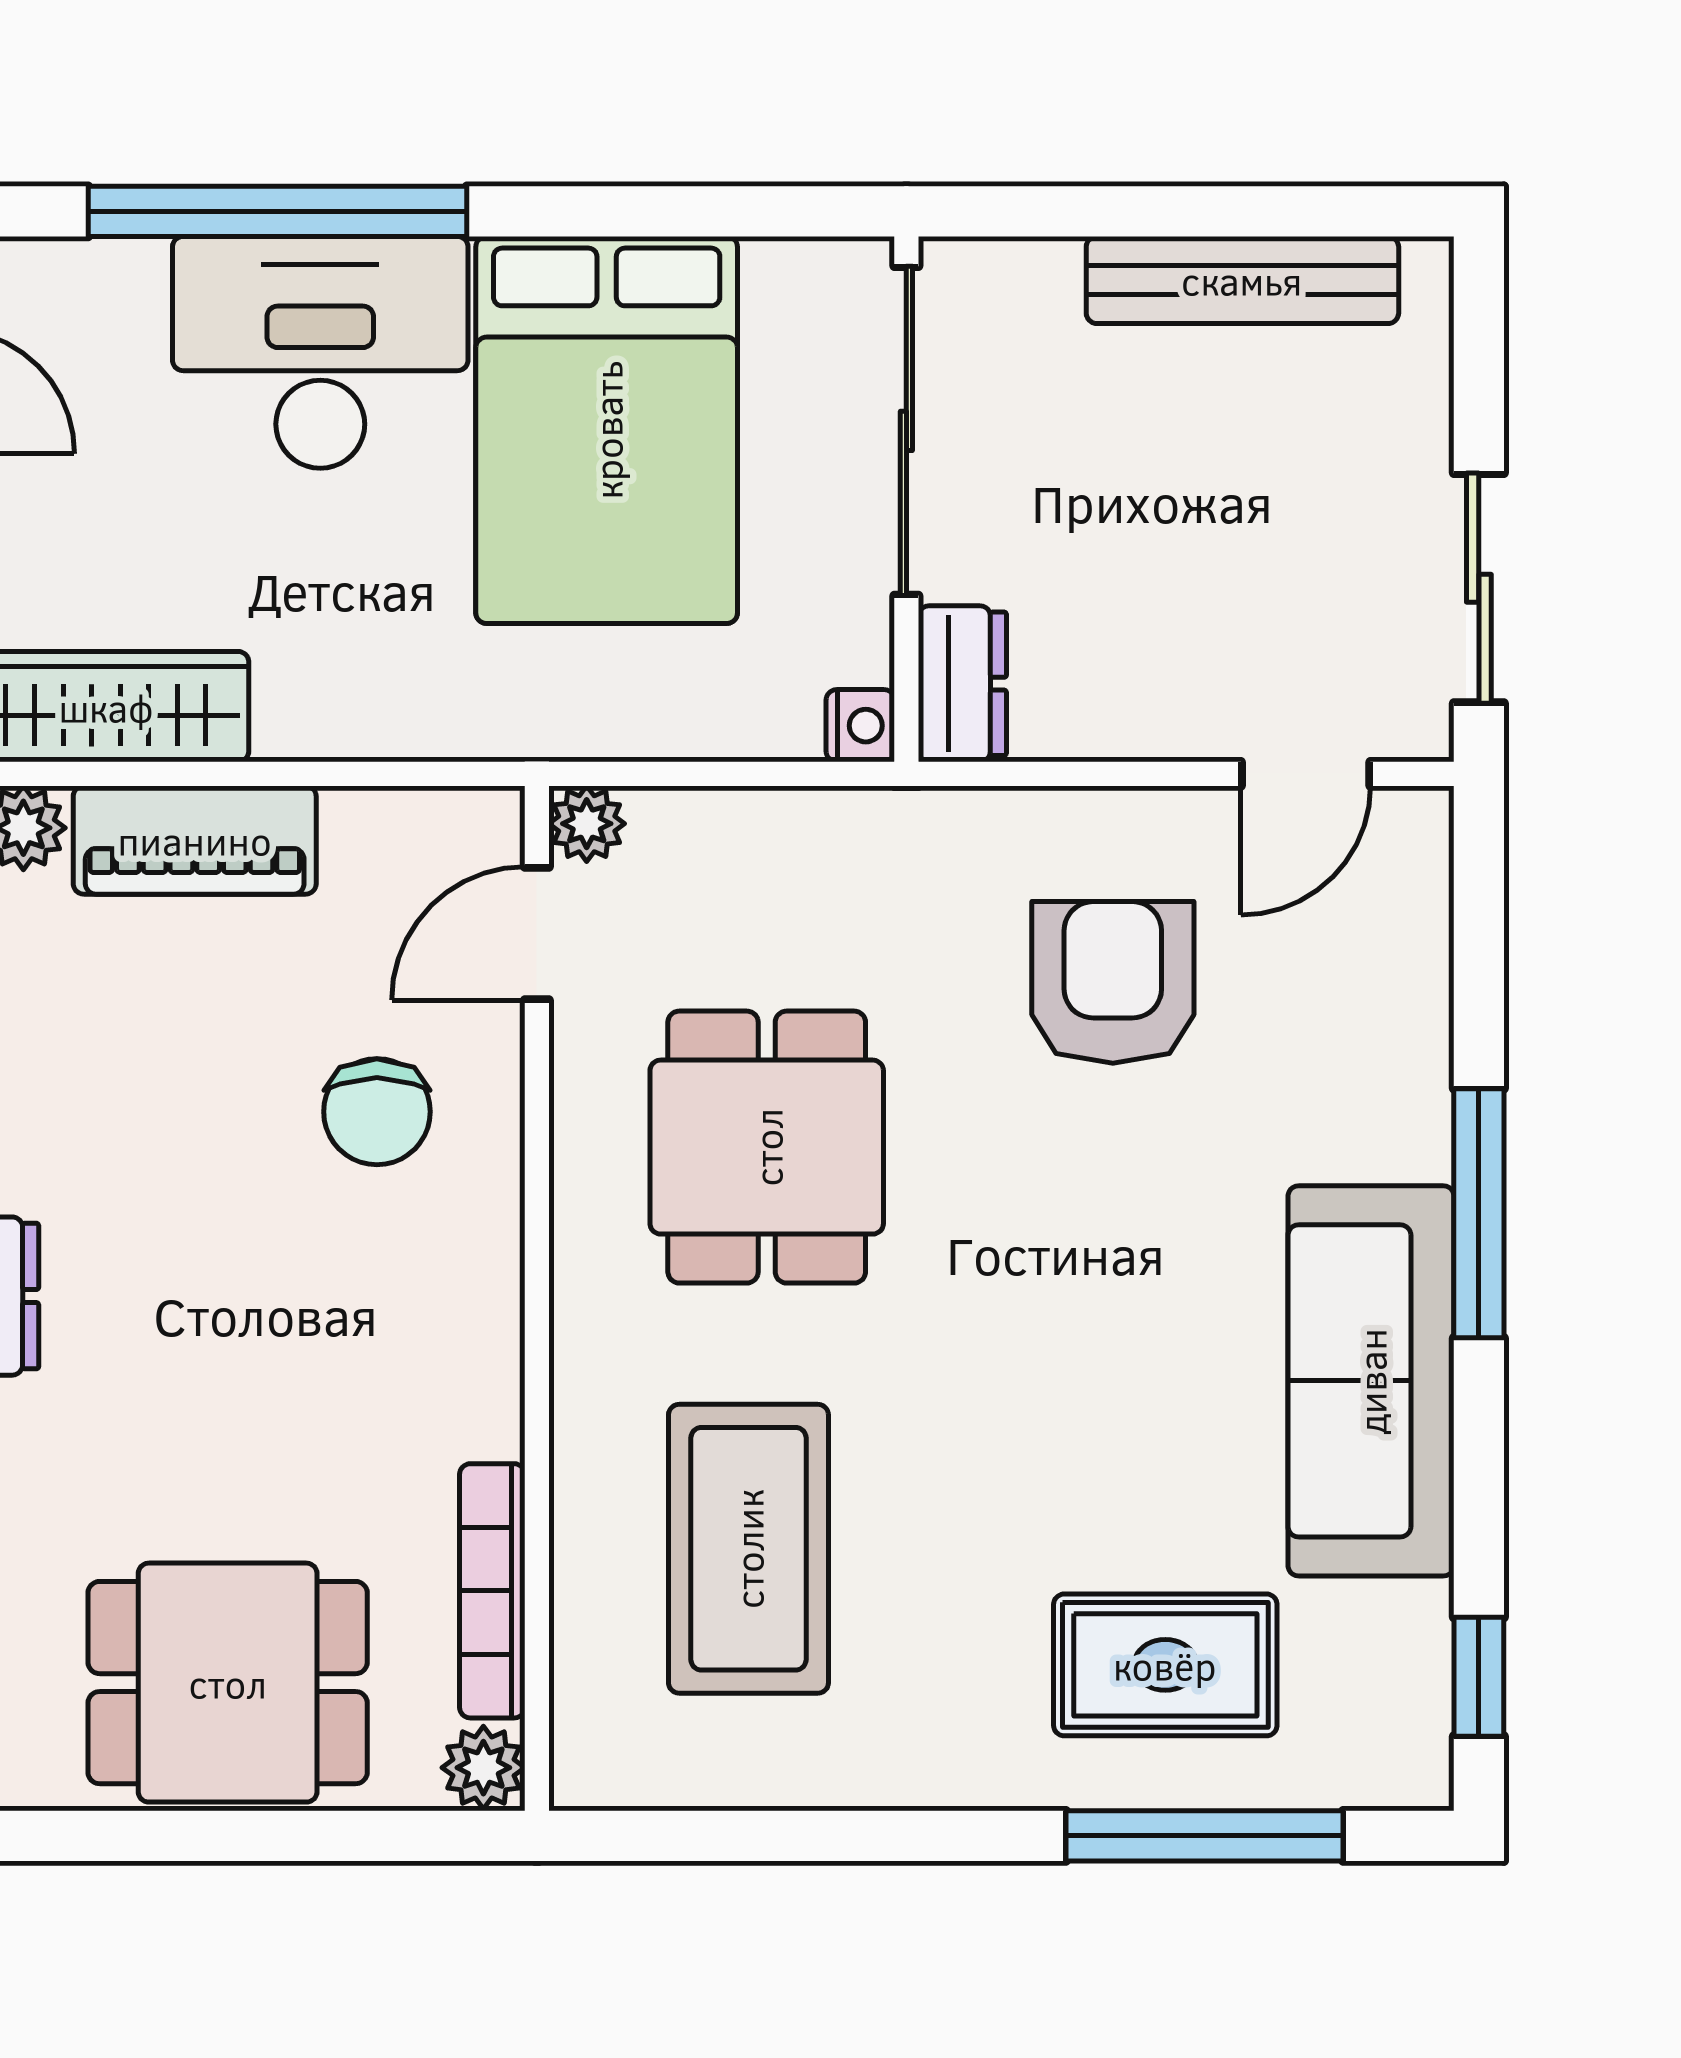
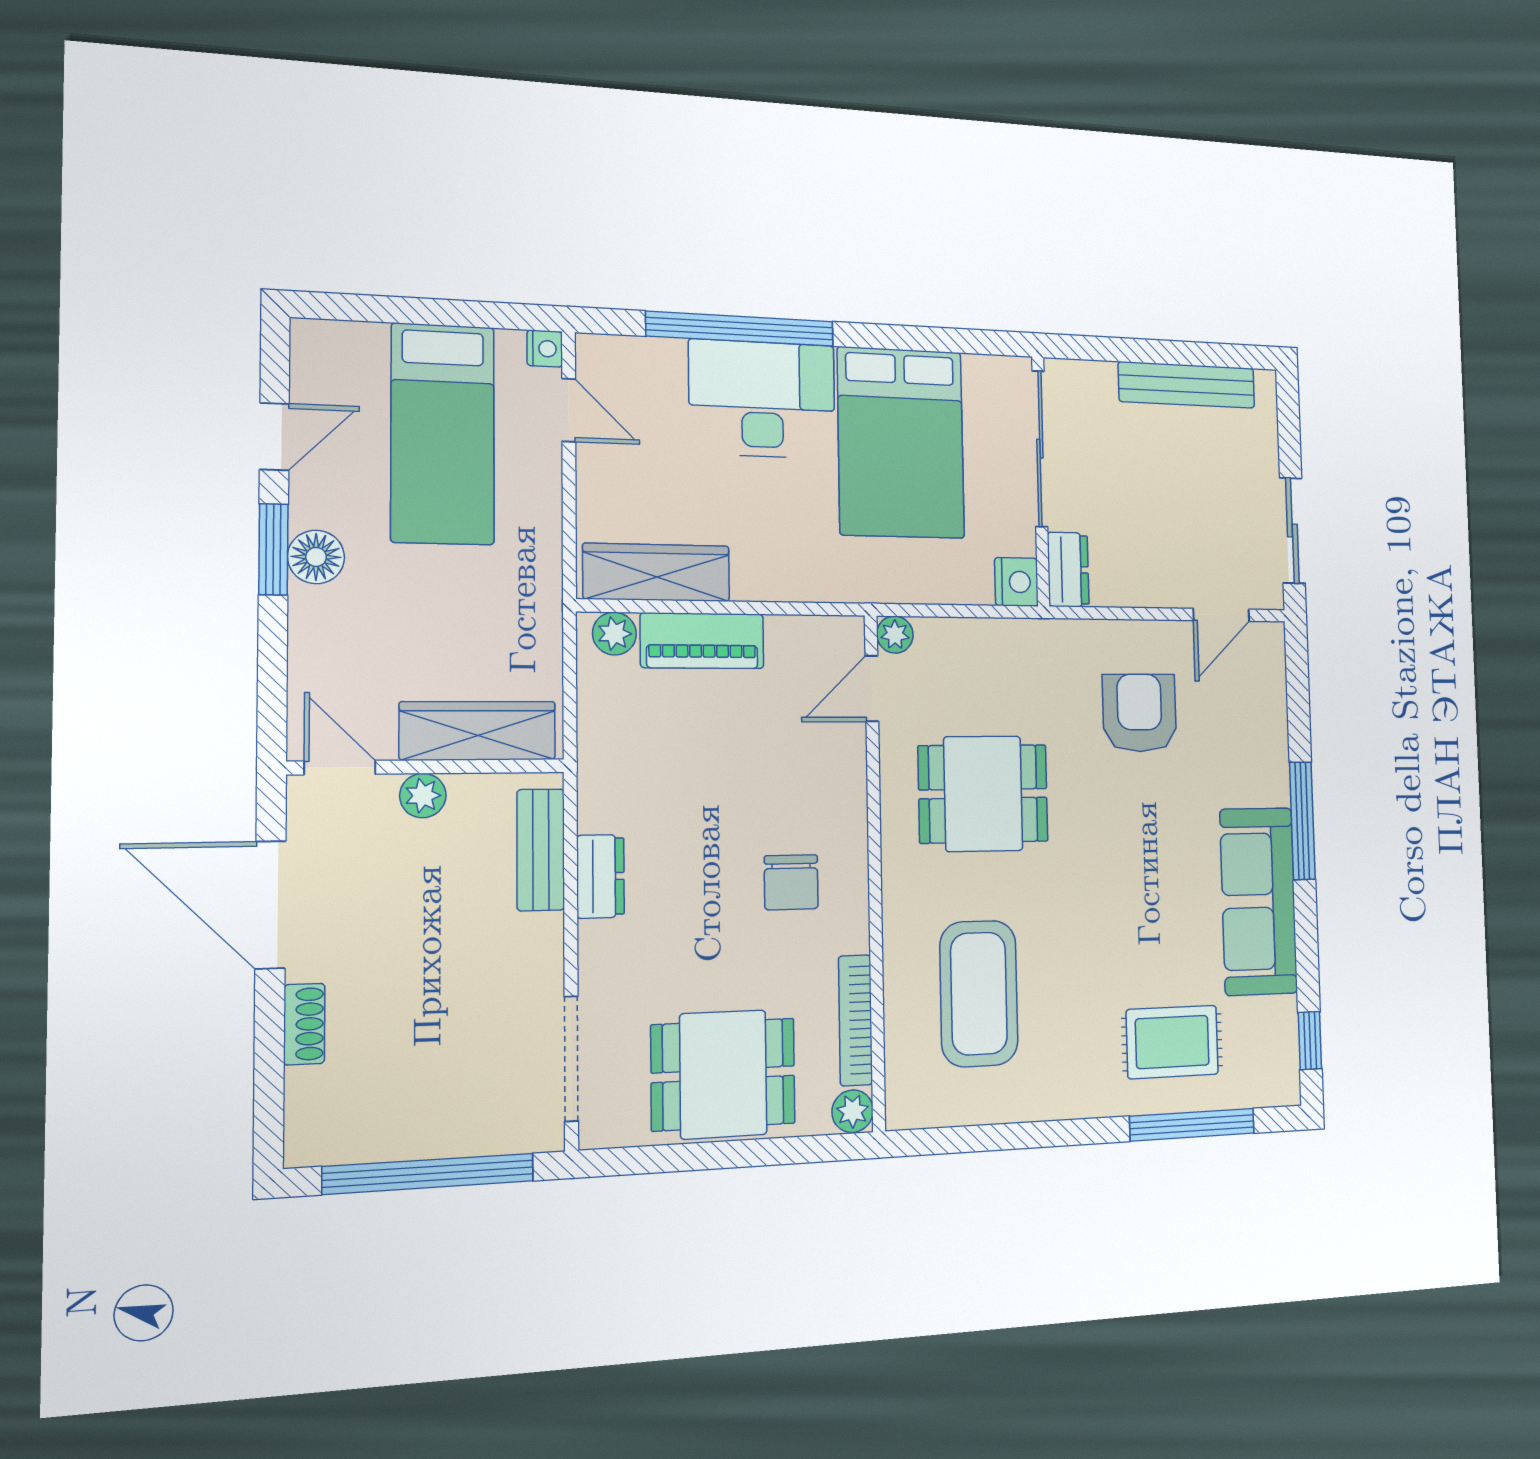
nightstand: (860, 726) -> (1016, 582), width x1.39, depth x1.35
chair: (377, 1112) -> (791, 882), moved
dining table: (767, 1147) -> (983, 794), turned 90

